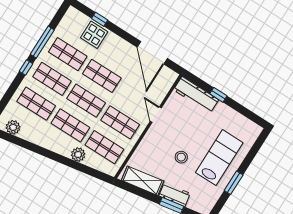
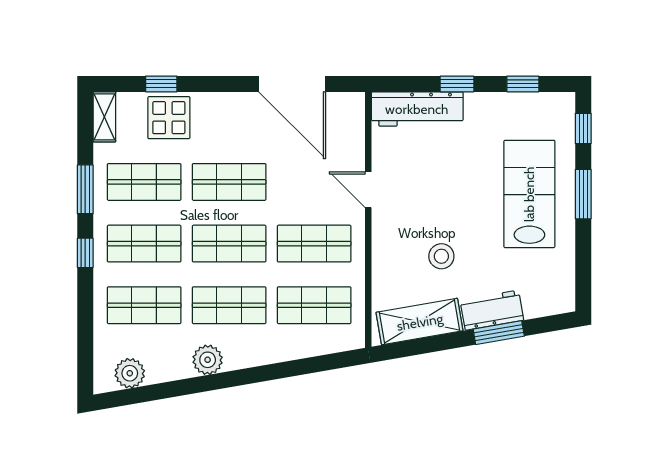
shelving: (68, 18) -> (104, 117), added
window: (42, 42) -> (85, 189), width x0.69
window: (245, 112) -> (523, 84), added
window: (258, 145) -> (583, 129), added
plant: (78, 155) -> (208, 360), moved
stool: (181, 157) -> (441, 256), moved
window: (234, 183) -> (583, 194), moved

